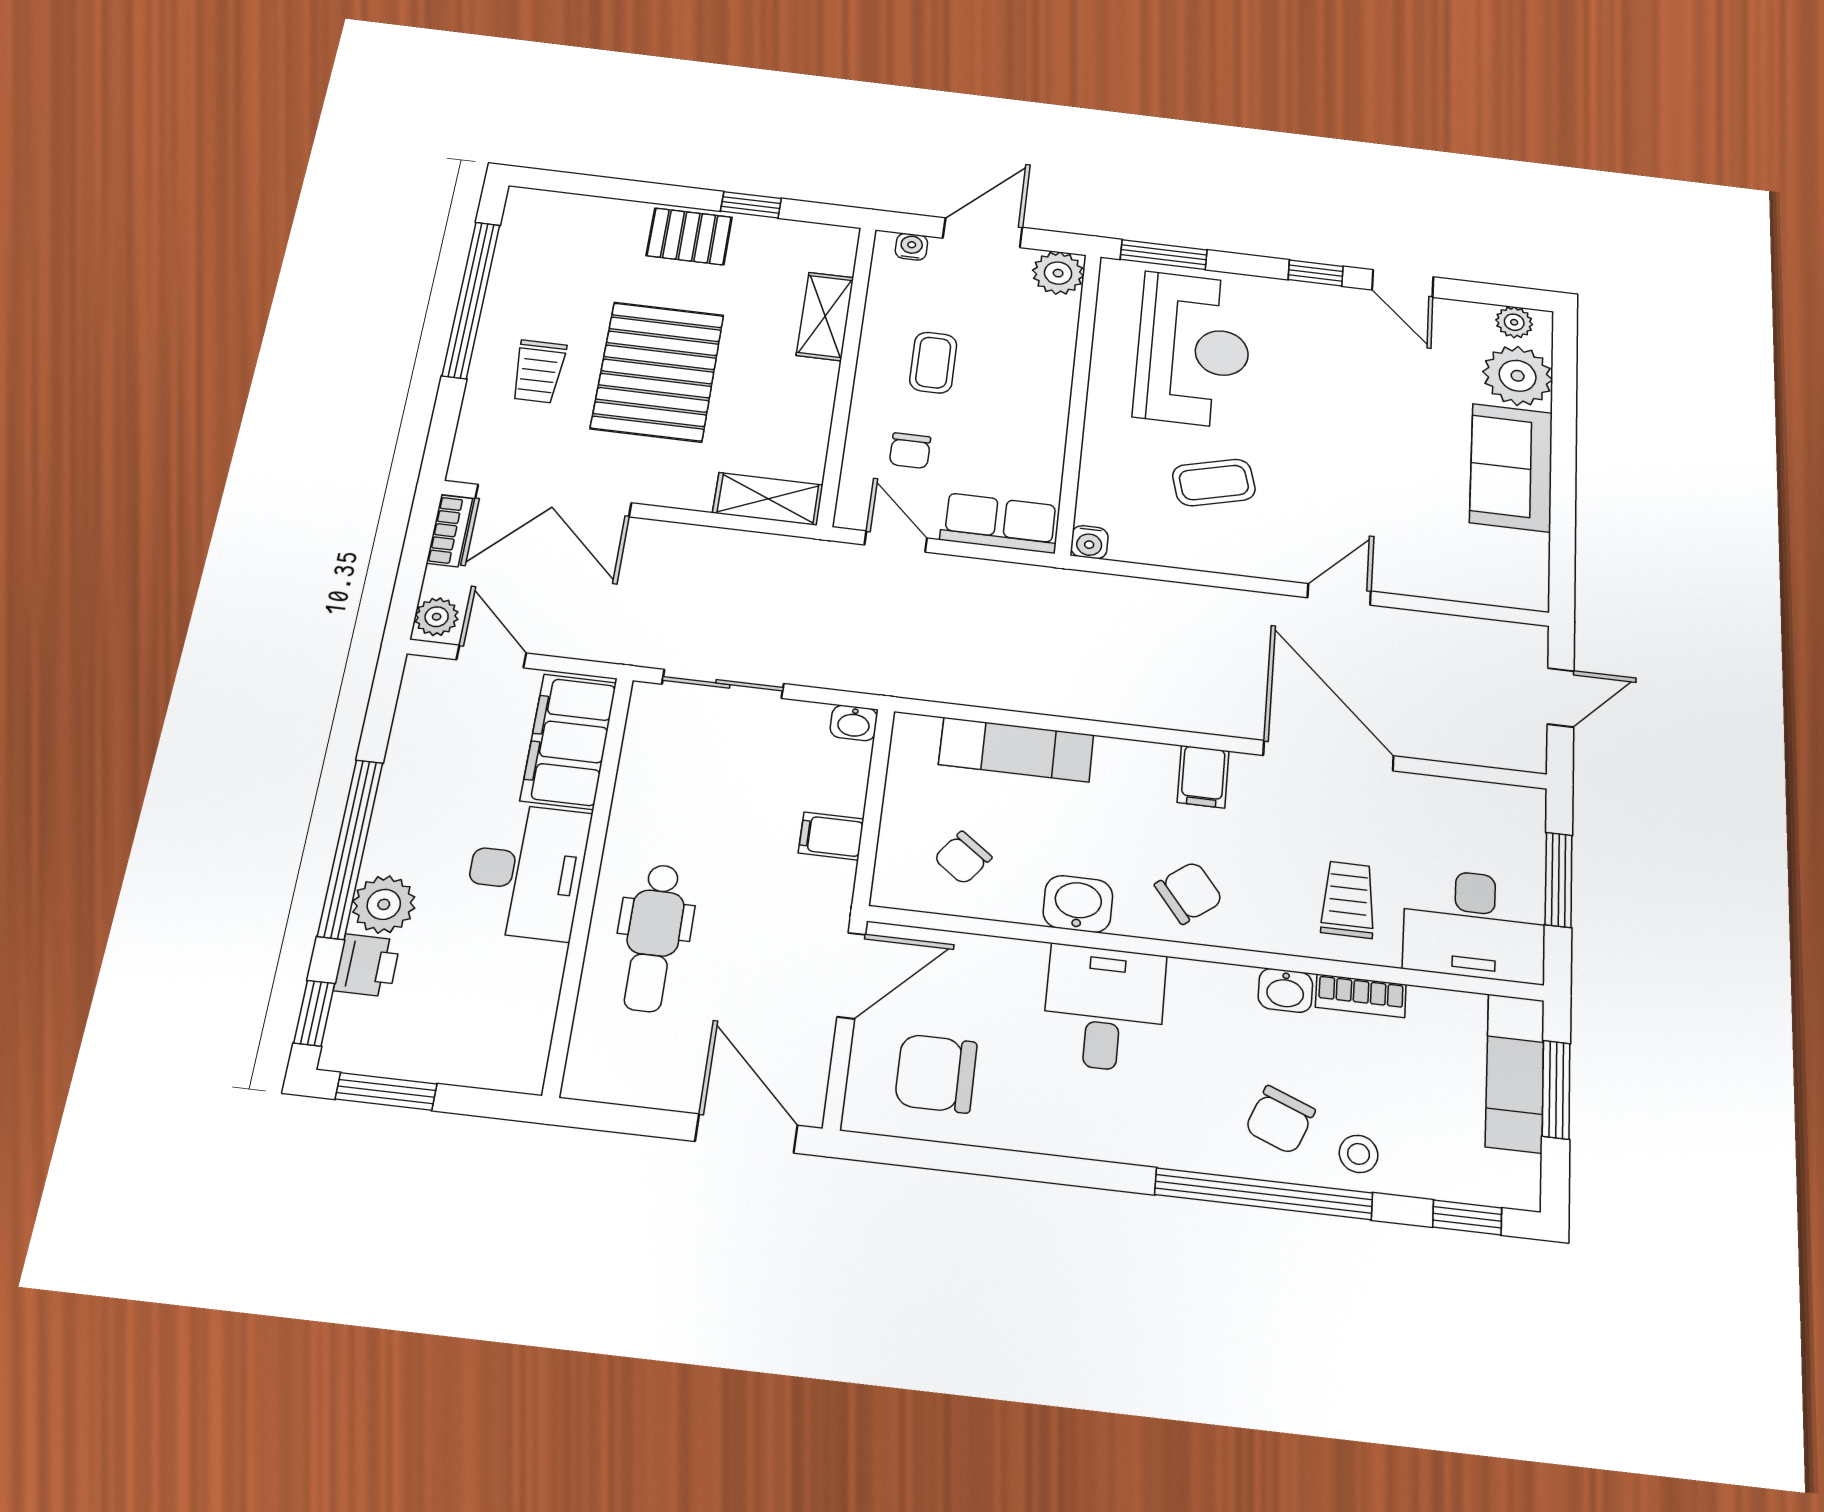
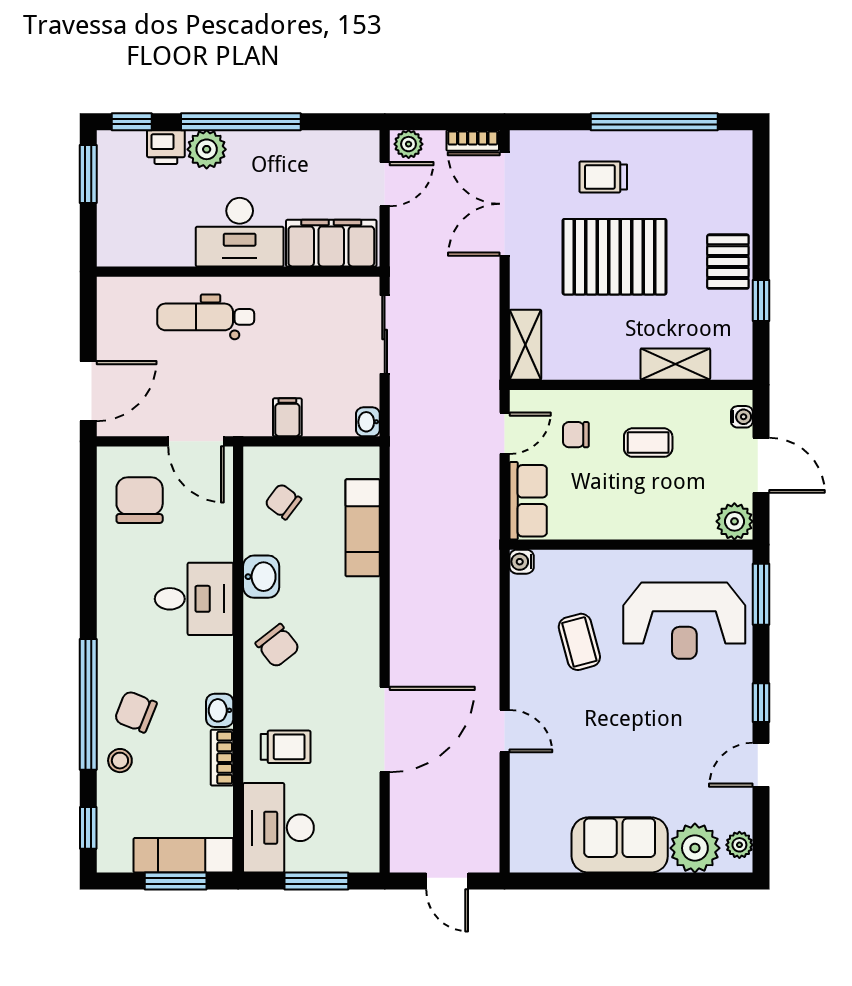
filing cabinet: (1203, 777) -> (359, 649), removed

